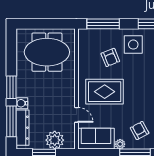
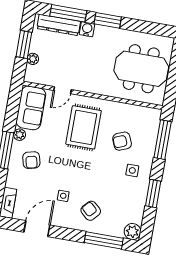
side table: (133, 45) -> (132, 170), width x0.54, depth x0.54
meeting table: (47, 52) -> (141, 69), turned 90
armchair: (140, 131) -> (31, 160), turned 105
plant: (55, 140) -> (33, 59), width x0.53, depth x0.53

